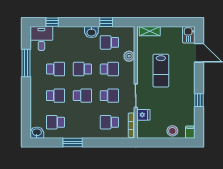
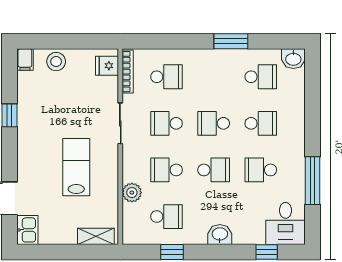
washbasin: (91, 32) -> (220, 235), moved
school desk: (56, 96) -> (261, 123), turned 180
fridge: (143, 115) -> (107, 66), moved

